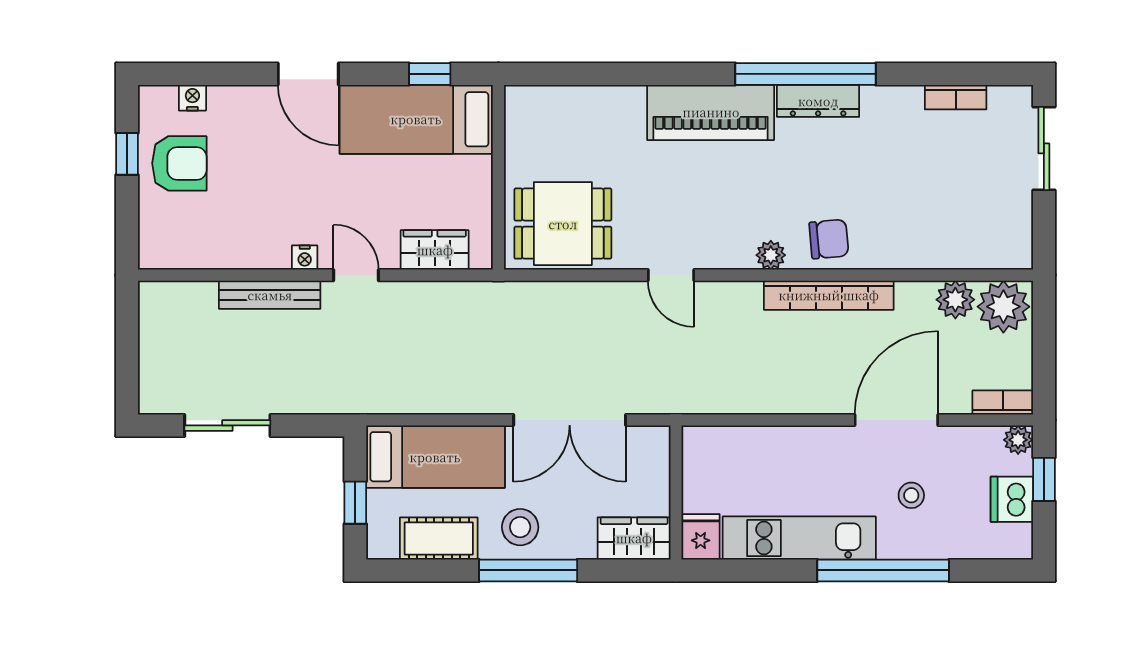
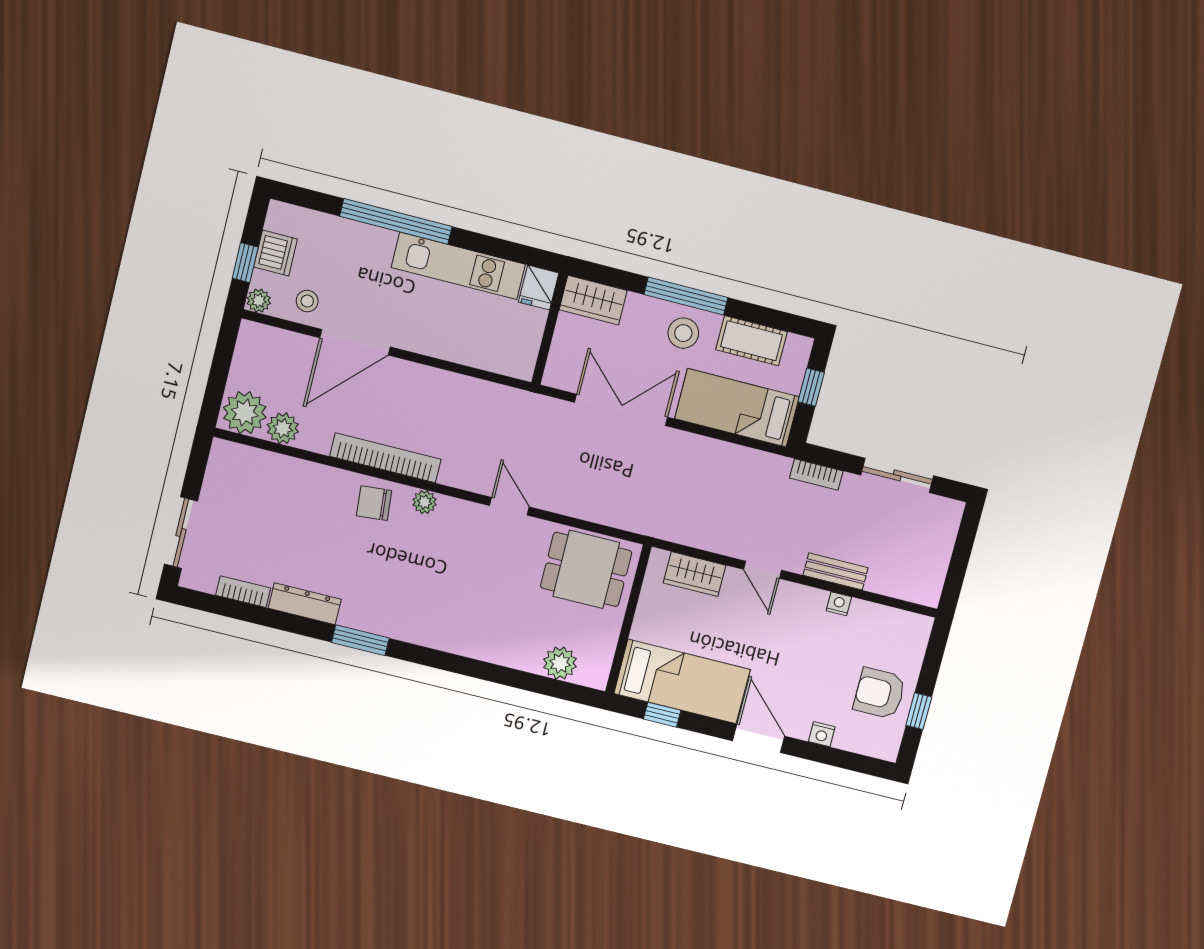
window: (805, 74) -> (360, 640), width x0.47
nightstand: (192, 98) -> (822, 734), moved
dresser: (818, 101) -> (305, 604), moved
plant: (565, 105) -> (560, 663), added
piano: (711, 112) -> (445, 629), removed
nightstand: (305, 258) -> (839, 604), moved
bench: (270, 295) -> (836, 571), width x0.73
bookcase: (1003, 403) -> (816, 475), moved
stool: (911, 495) -> (307, 301), moved

